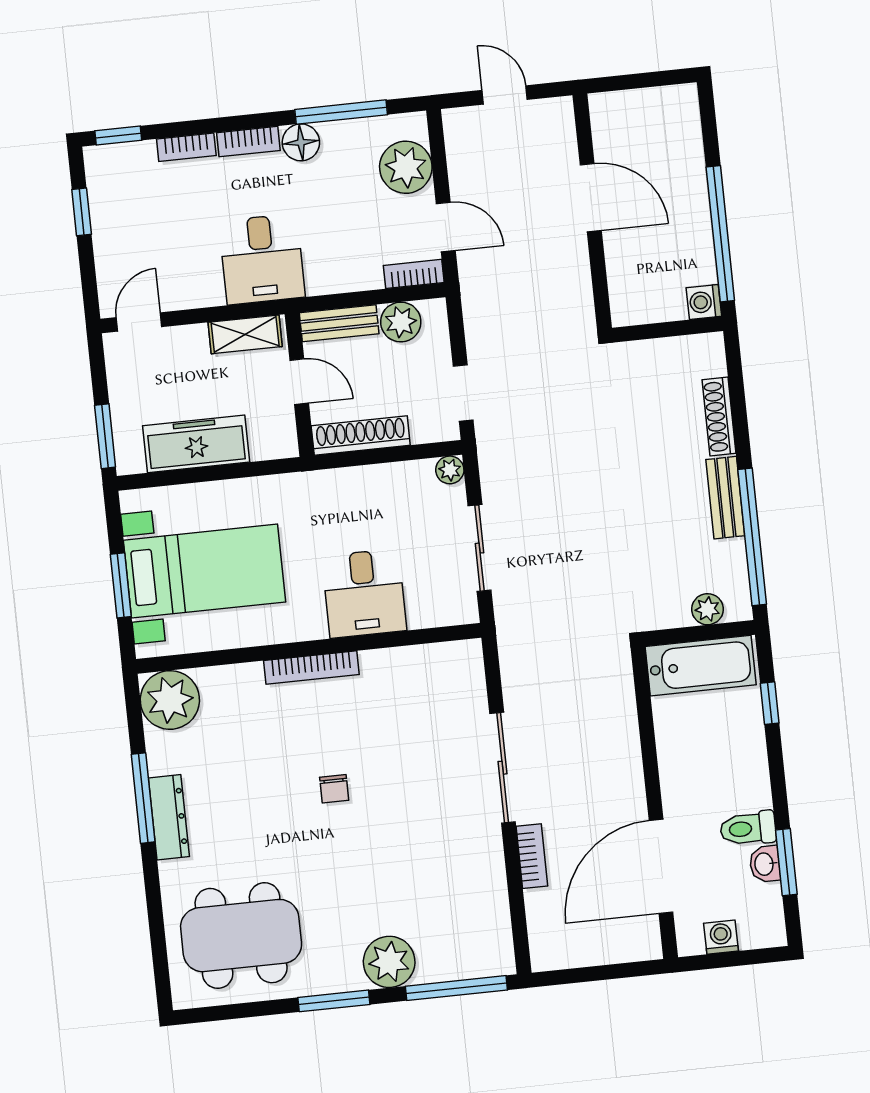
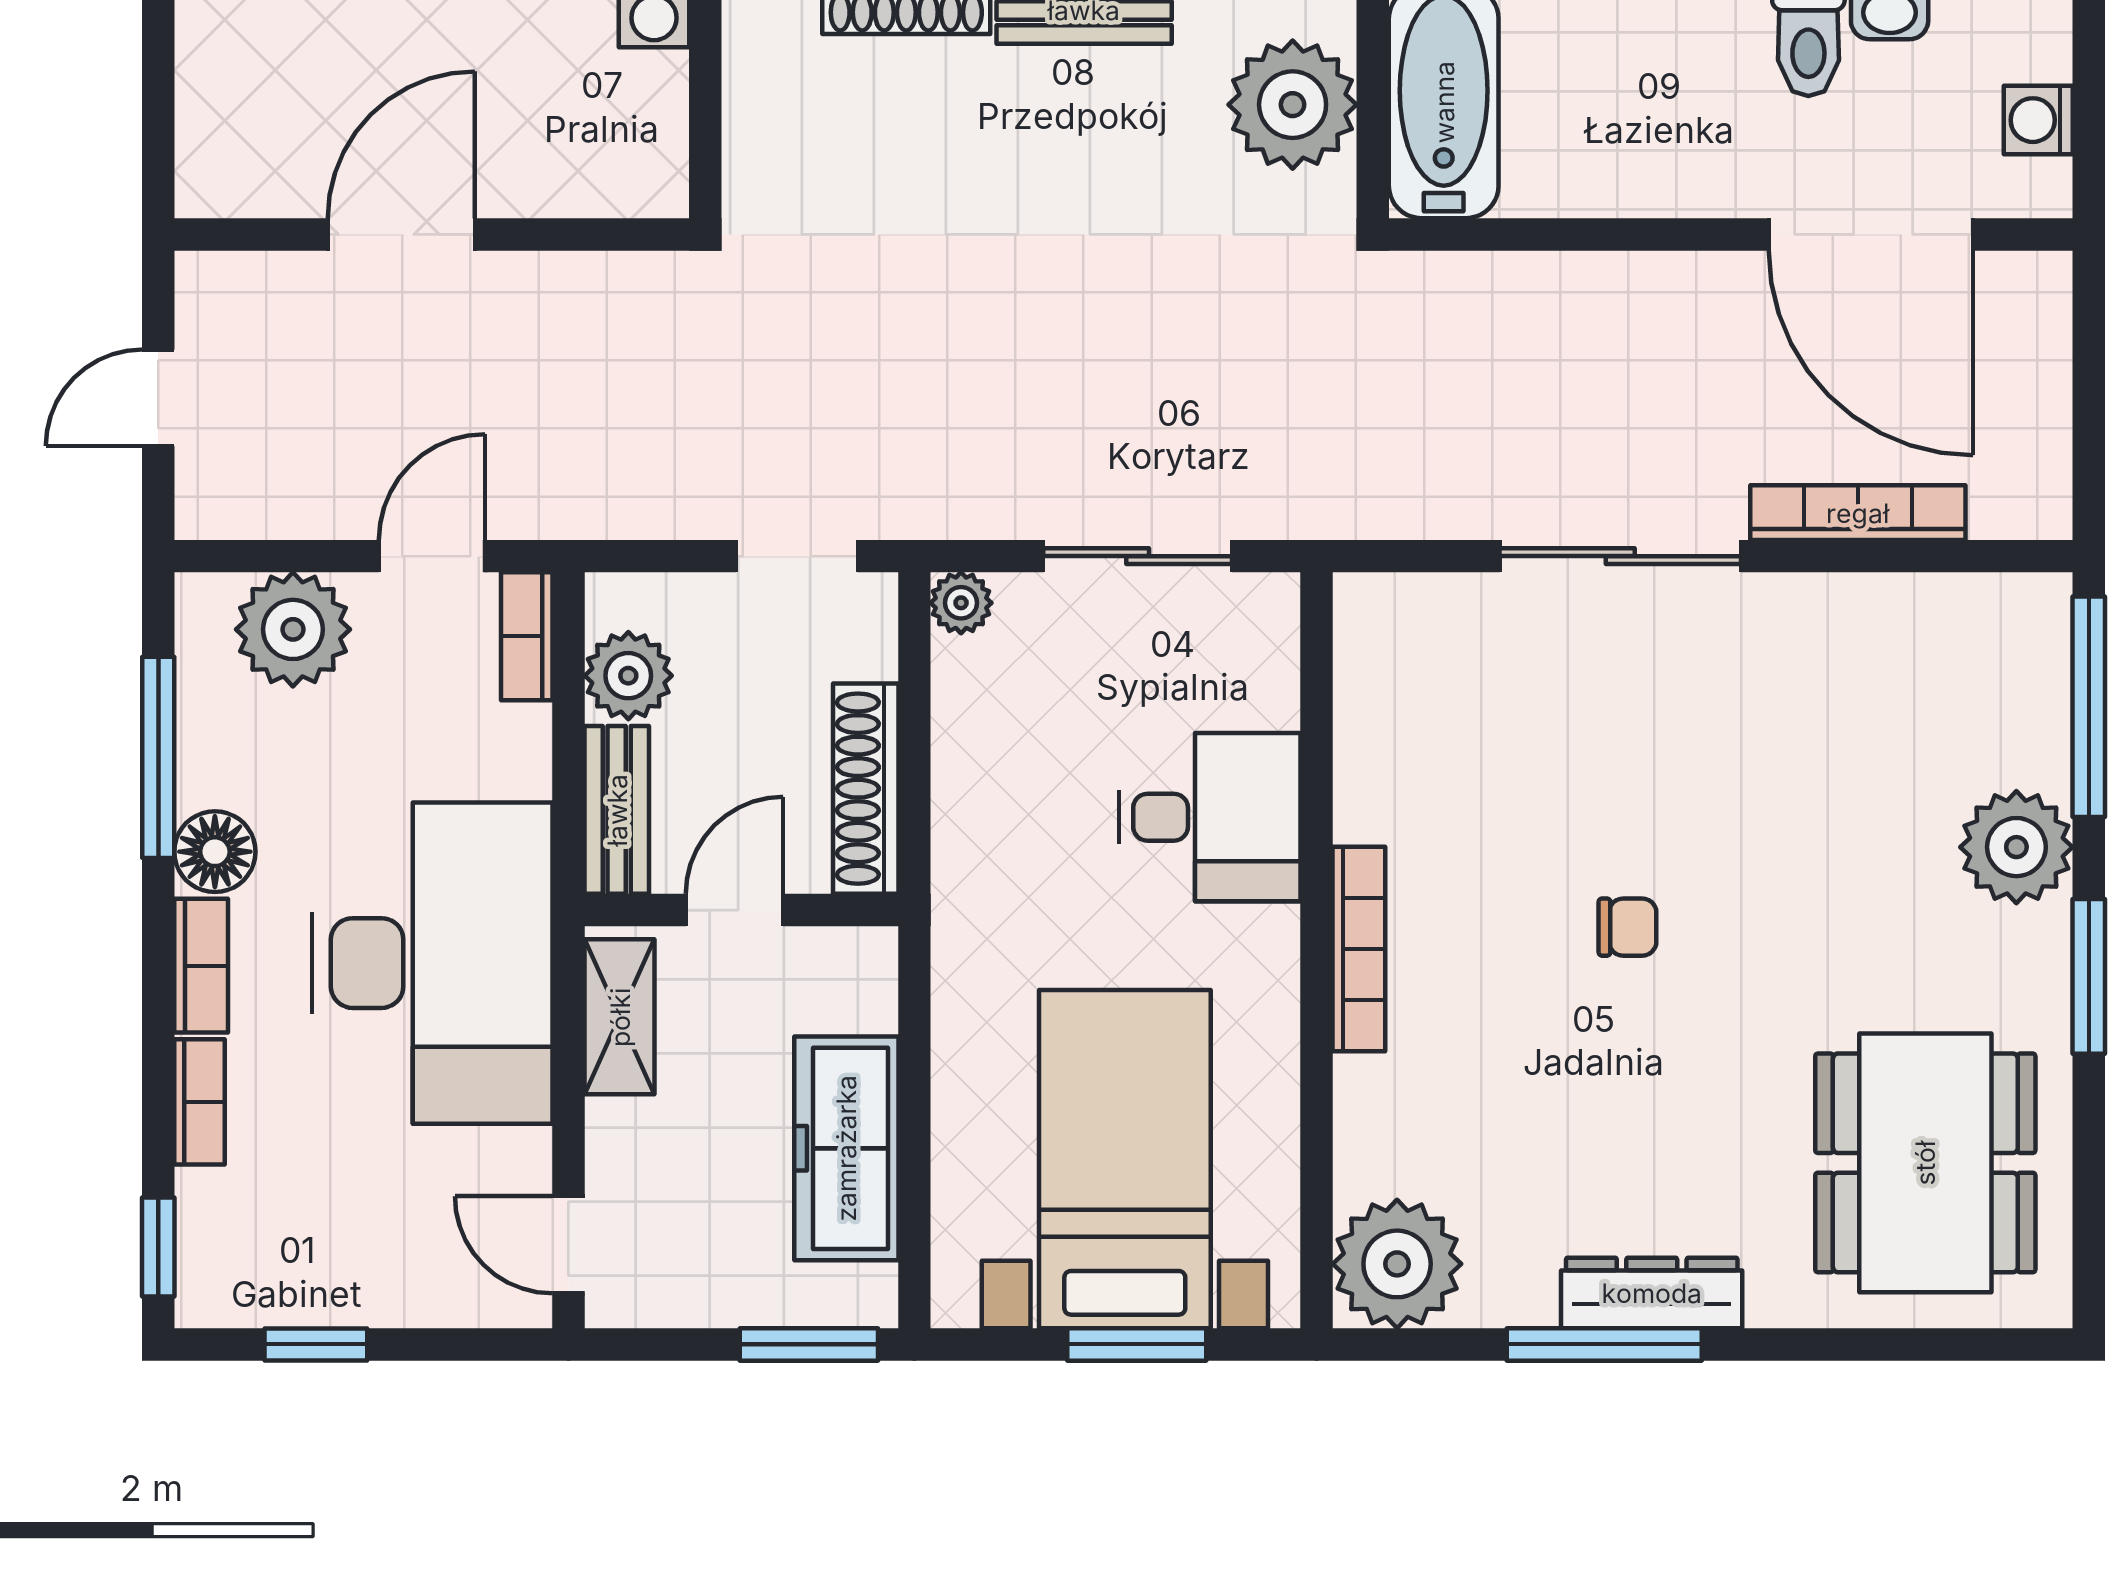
desk: (262, 259) -> (432, 963), width x1.87, depth x1.30
plant: (707, 609) -> (1293, 105), width x1.87, depth x1.87
bookcase: (532, 856) -> (1858, 513), width x1.56

